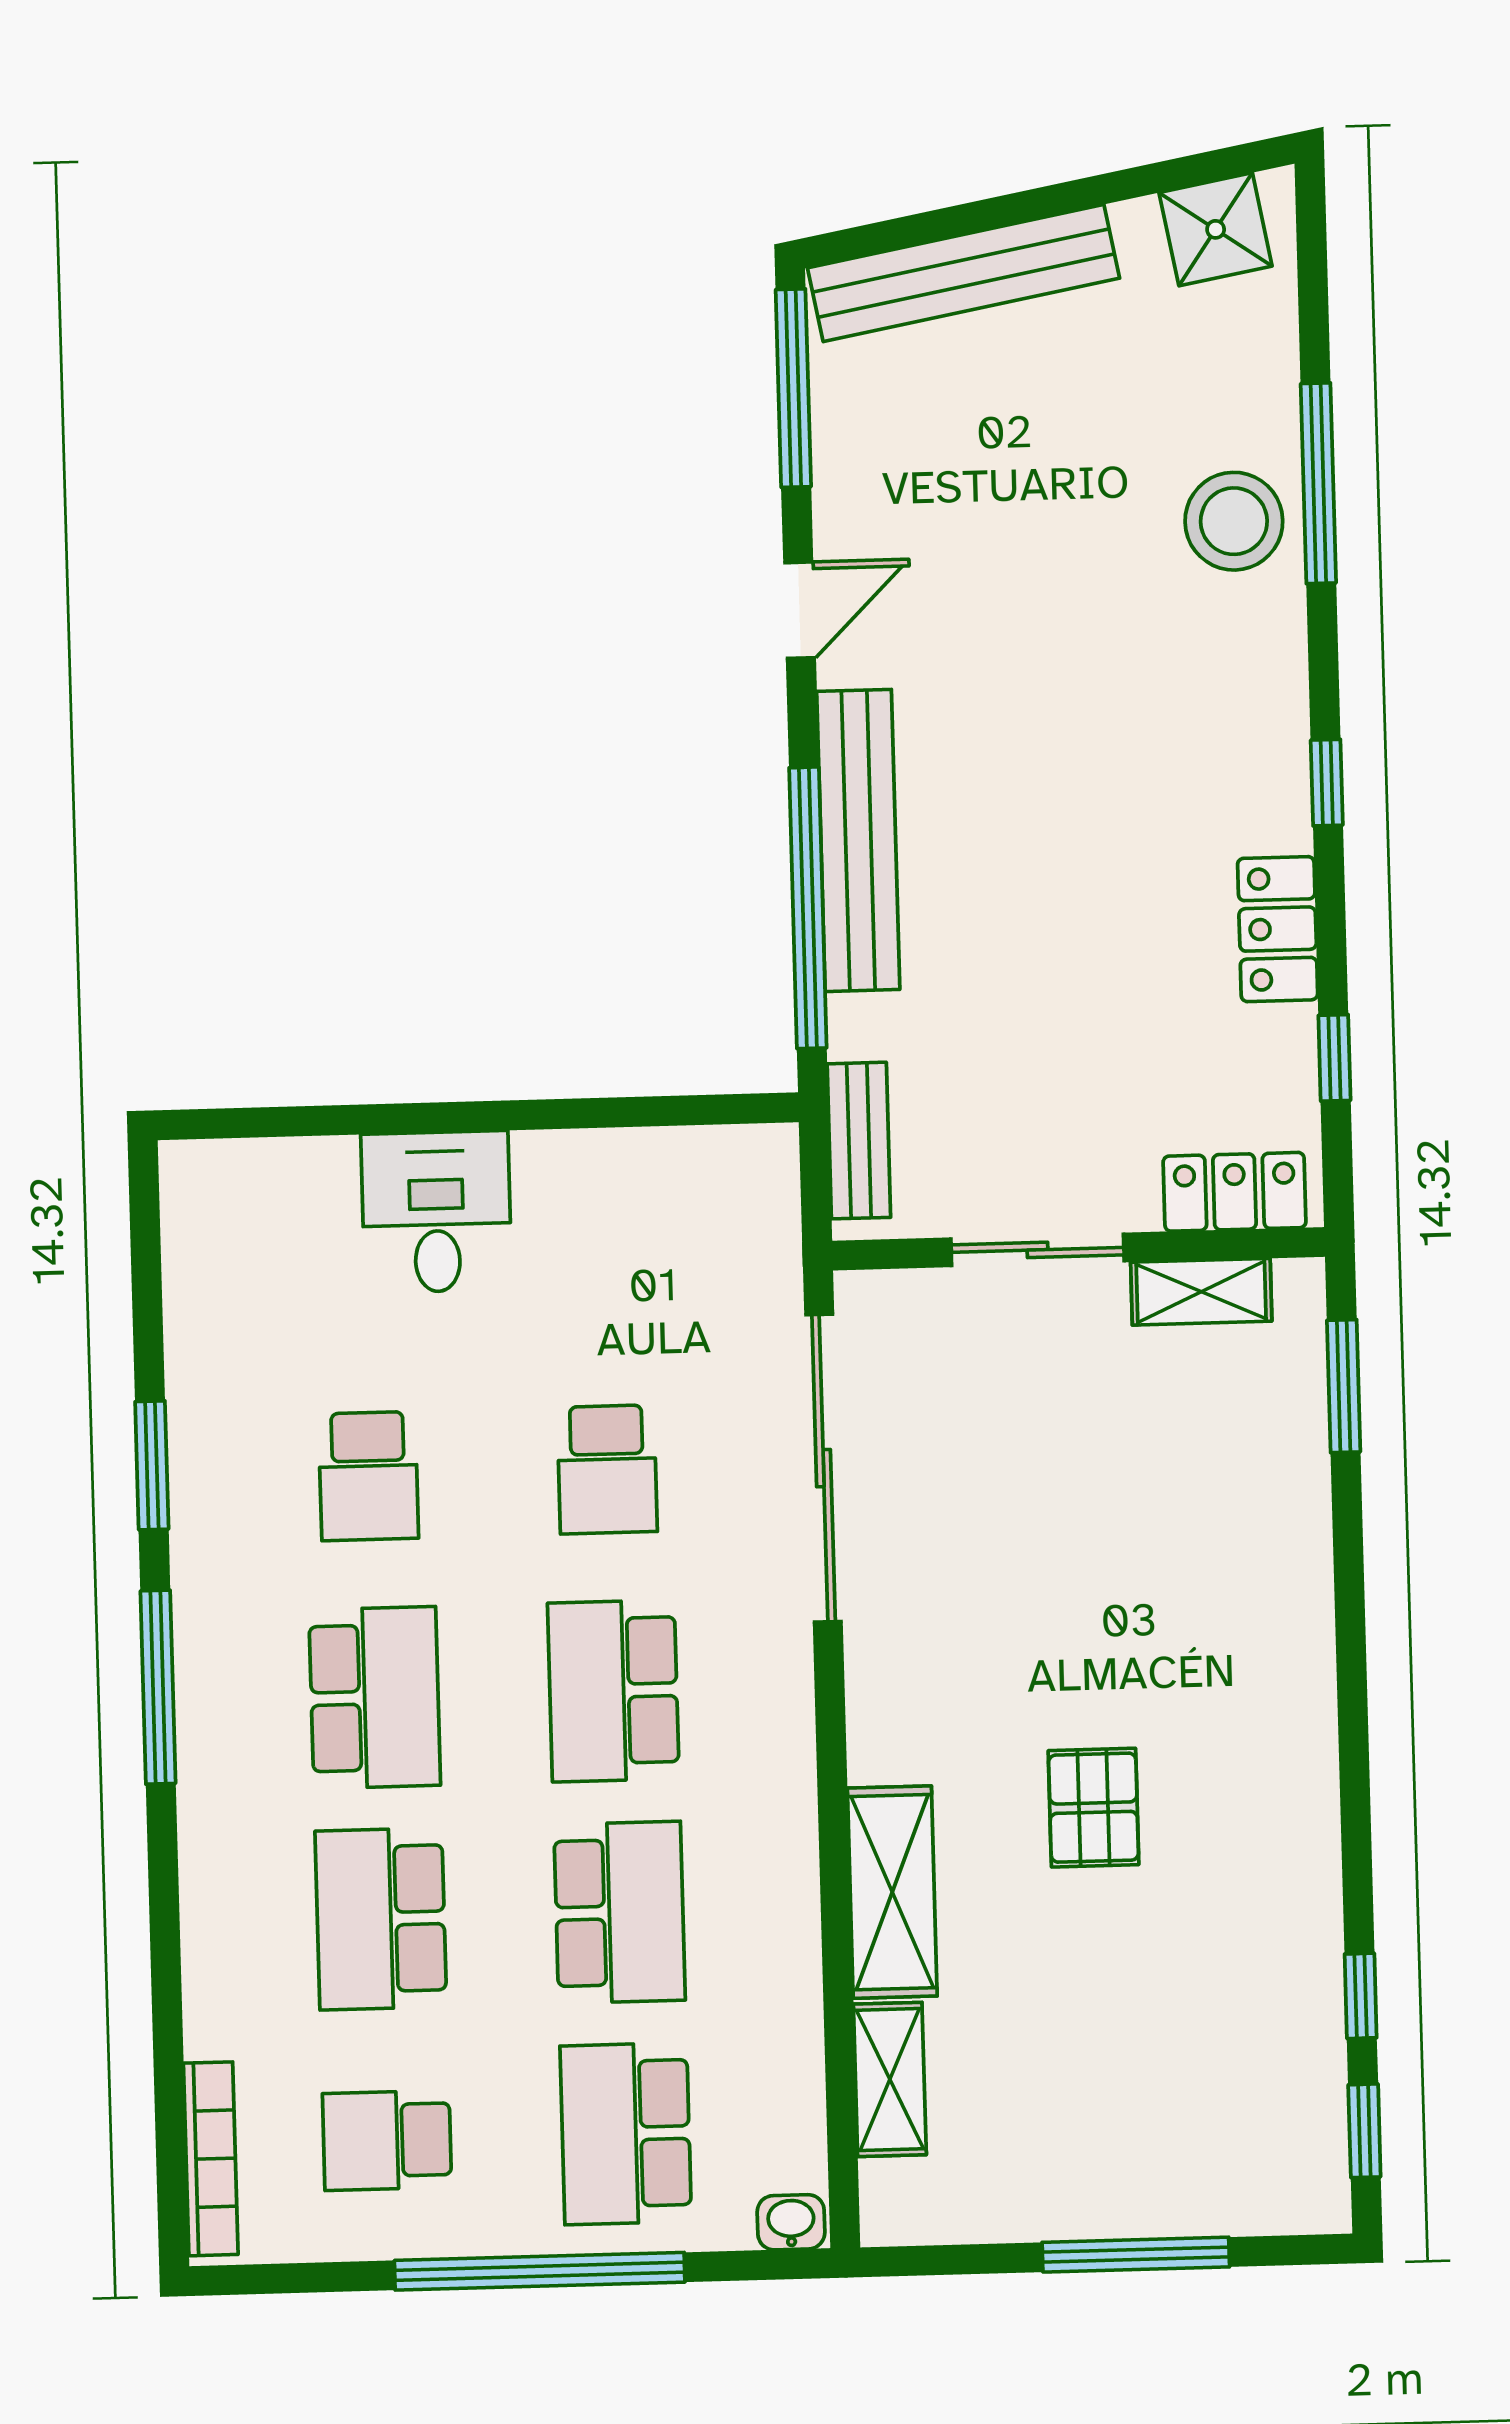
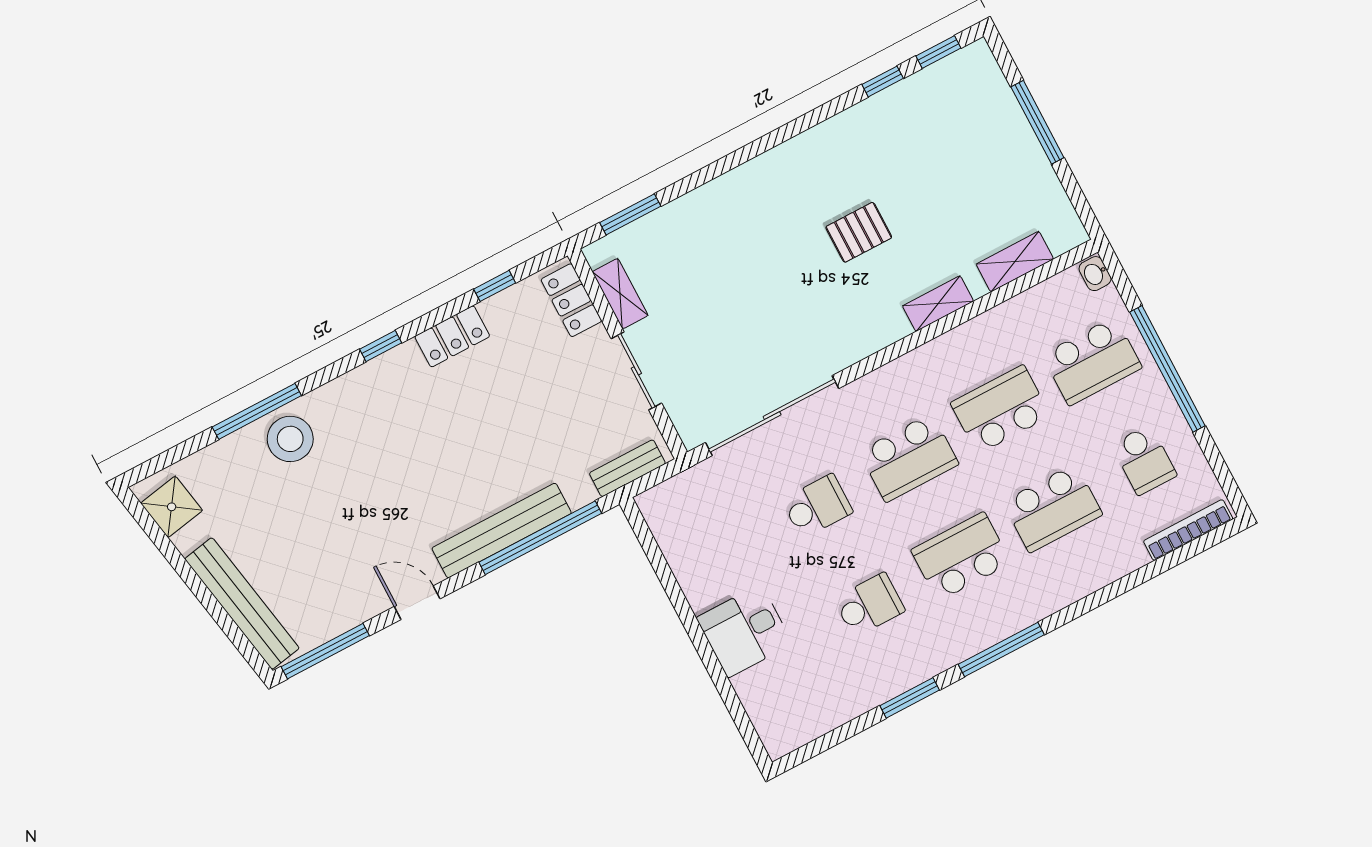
shelving: (892, 1892) -> (938, 304), width x0.67, depth x0.75

